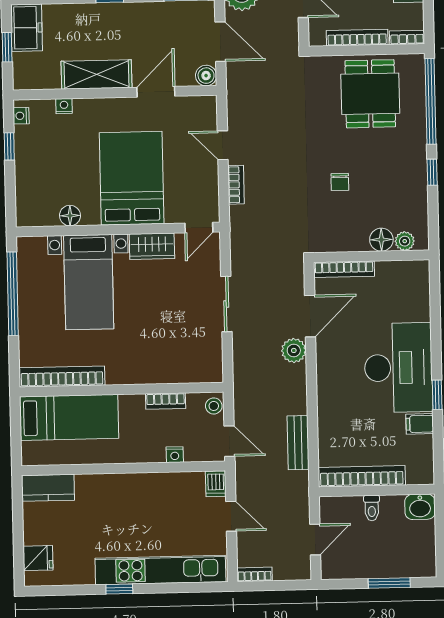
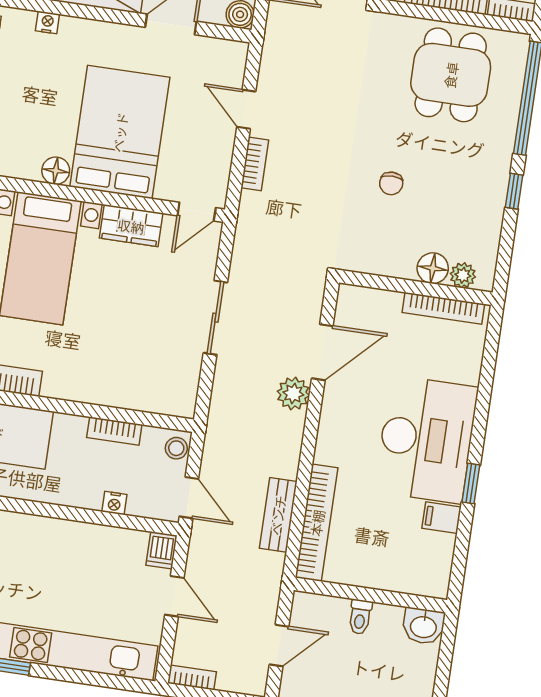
floor lamp: (70, 216) -> (56, 171), moved
bookcase: (344, 269) -> (443, 308), moved
bookcase: (362, 476) -> (317, 523), moved, turned 90

